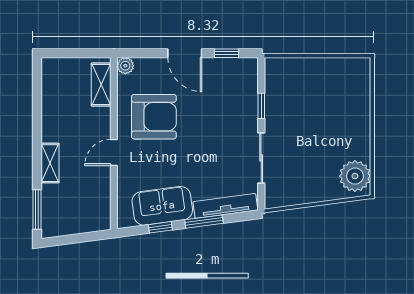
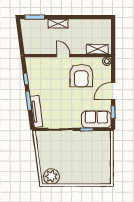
sofa: (162, 206) -> (96, 119), moved, turned -82

